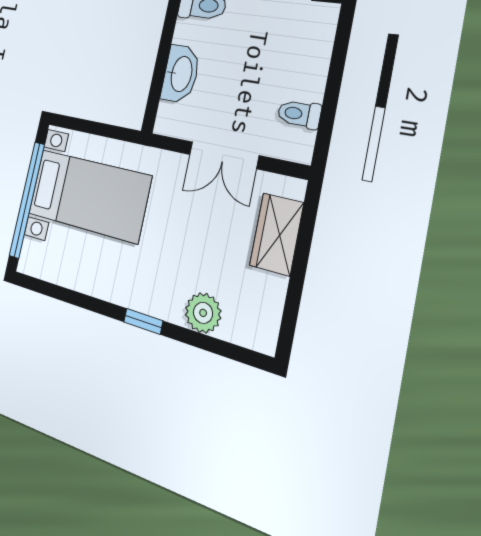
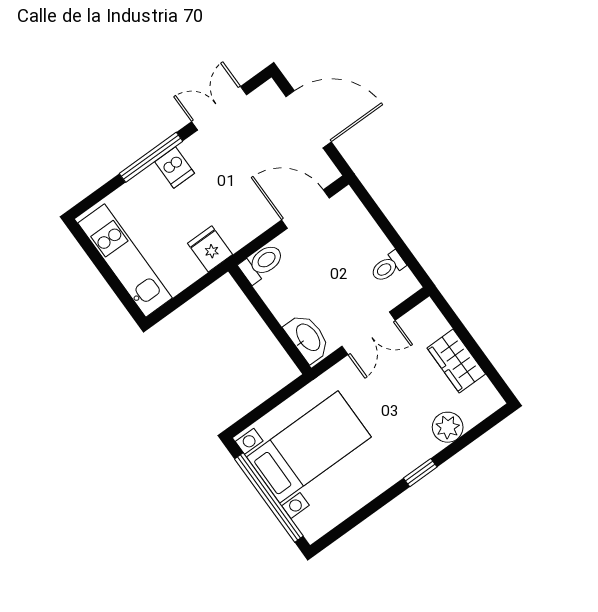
washbasin: (181, 74) -> (307, 338), moved
wardrobe: (276, 234) -> (456, 361), moved

